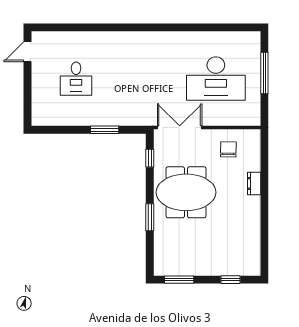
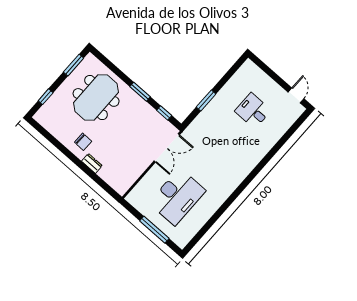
desk: (216, 79) -> (177, 197), turned 180
chair: (228, 149) -> (83, 142), moved
meeting table: (186, 192) -> (96, 97), moved
window: (150, 217) -> (140, 92), moved

